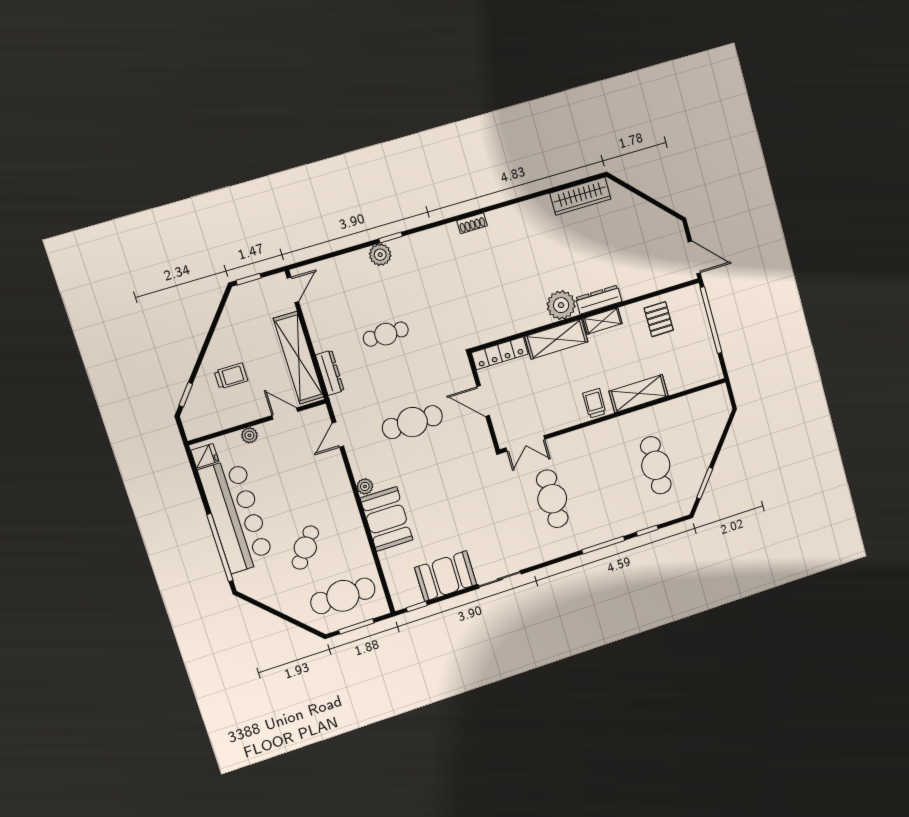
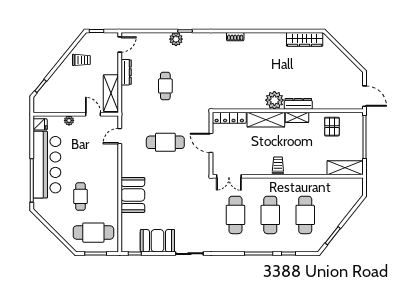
cafe table: (386, 334) -> (165, 86), turned 90
shelving: (299, 358) -> (111, 93), width x0.68
dresser: (330, 373) -> (126, 72), moved
trolley: (231, 376) -> (81, 60), moved
shelving: (639, 393) -> (345, 168), moved
cafe table: (604, 482) -> (270, 215), added
plant: (365, 486) -> (126, 172), removed
cafe table: (305, 548) -> (80, 196), turned -37

